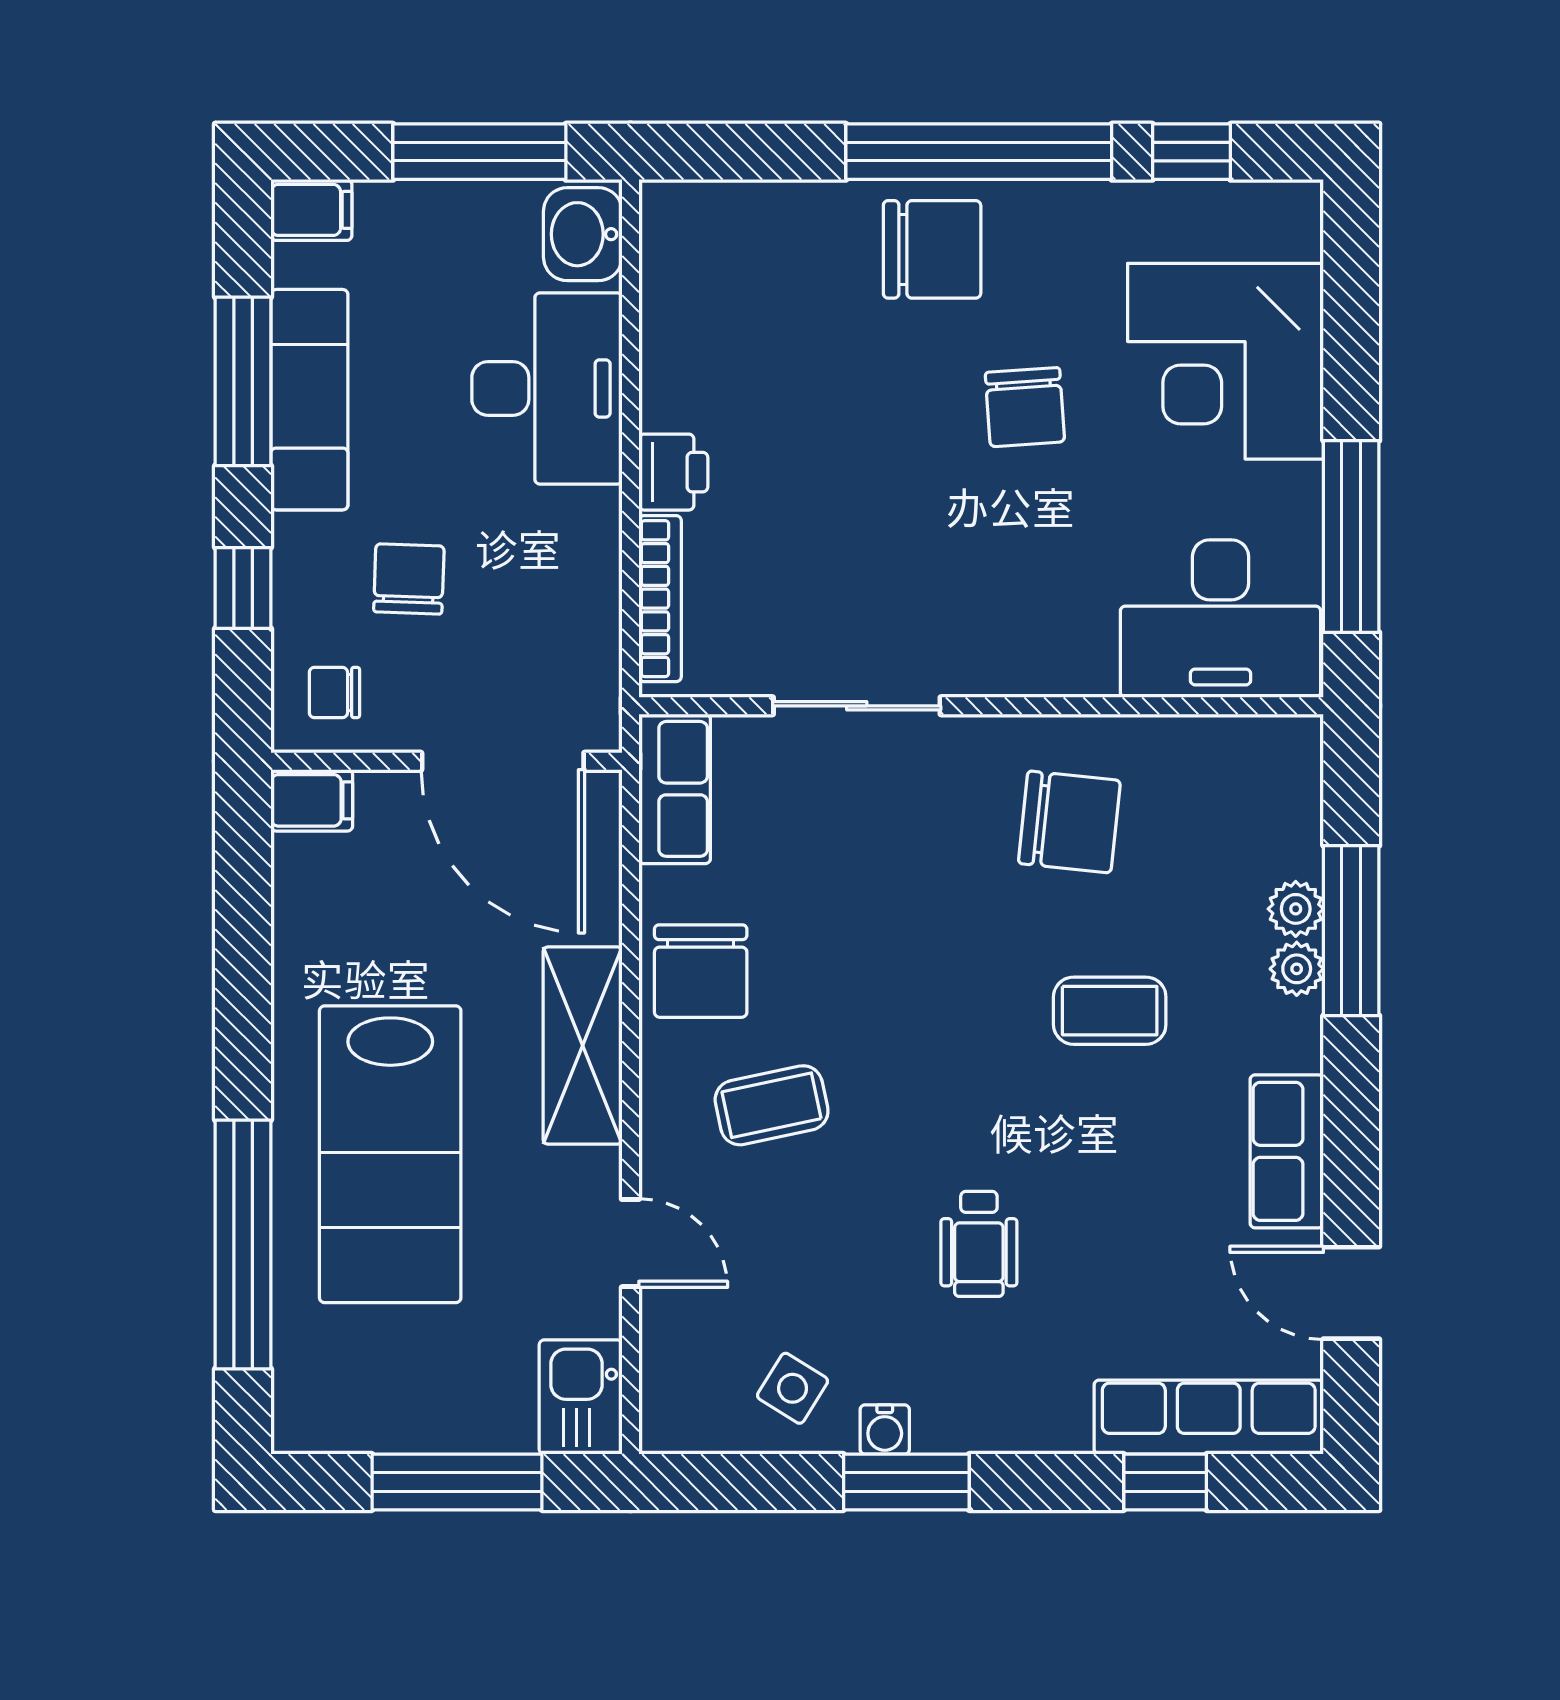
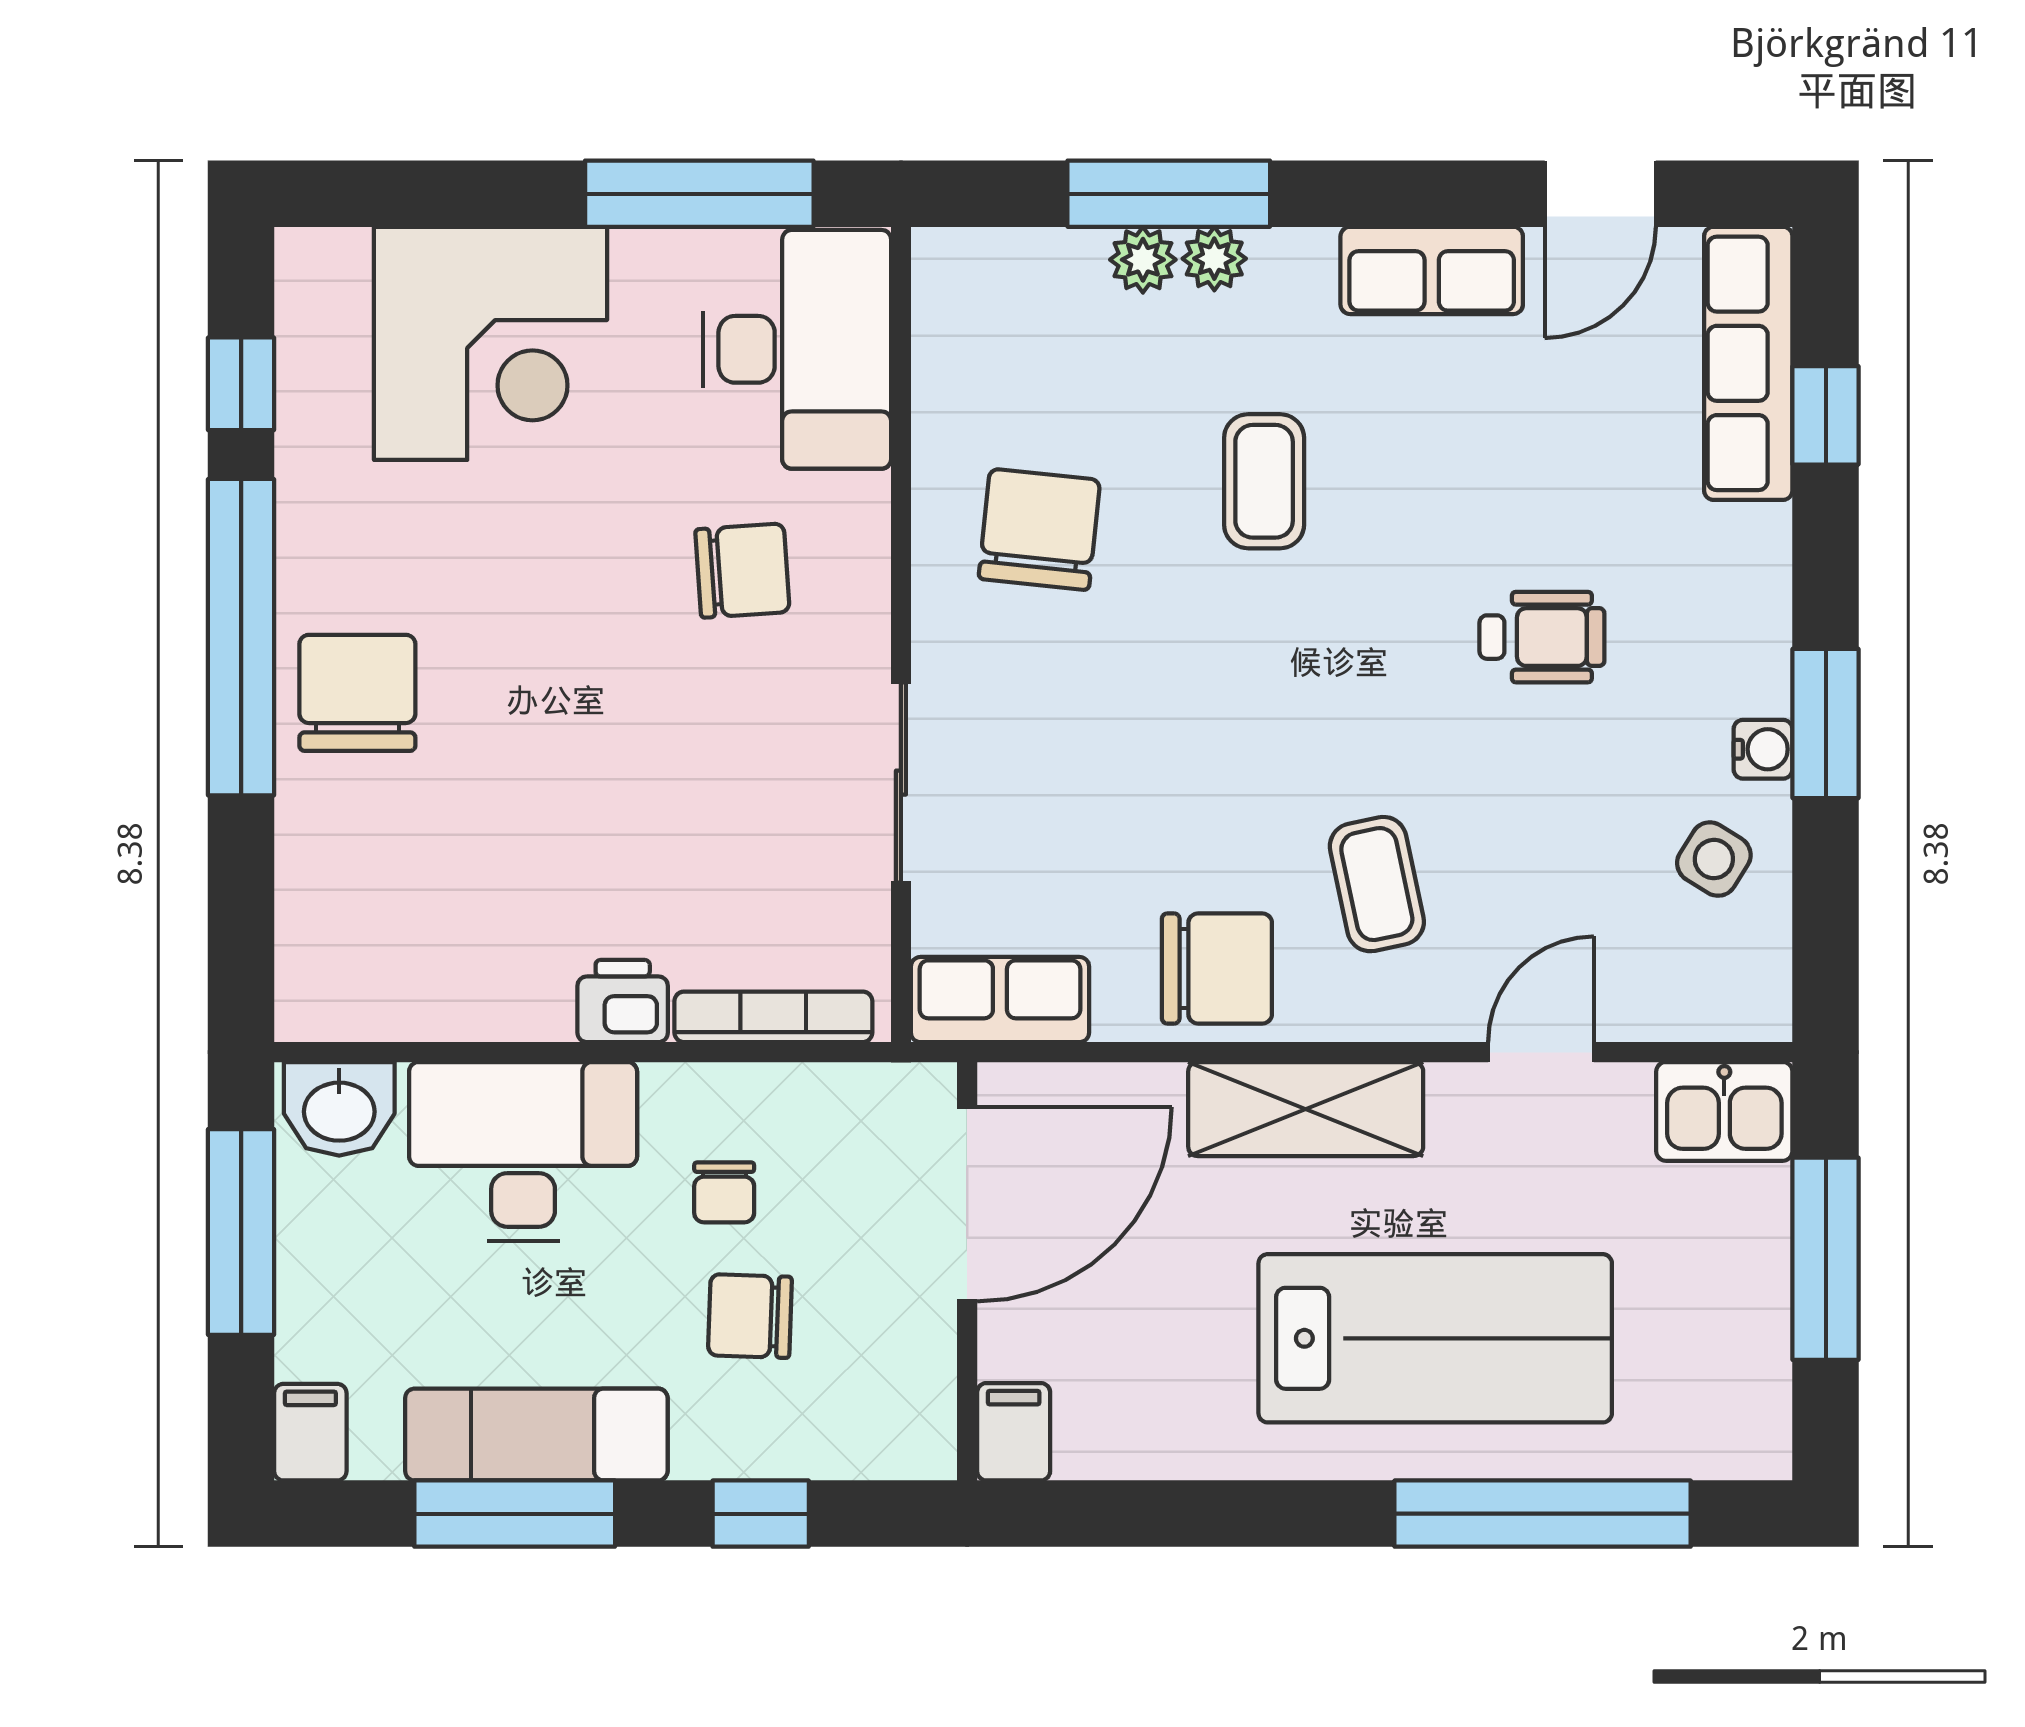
chair: (1025, 407) -> (742, 571), moved
chair: (334, 693) -> (724, 1192), moved

